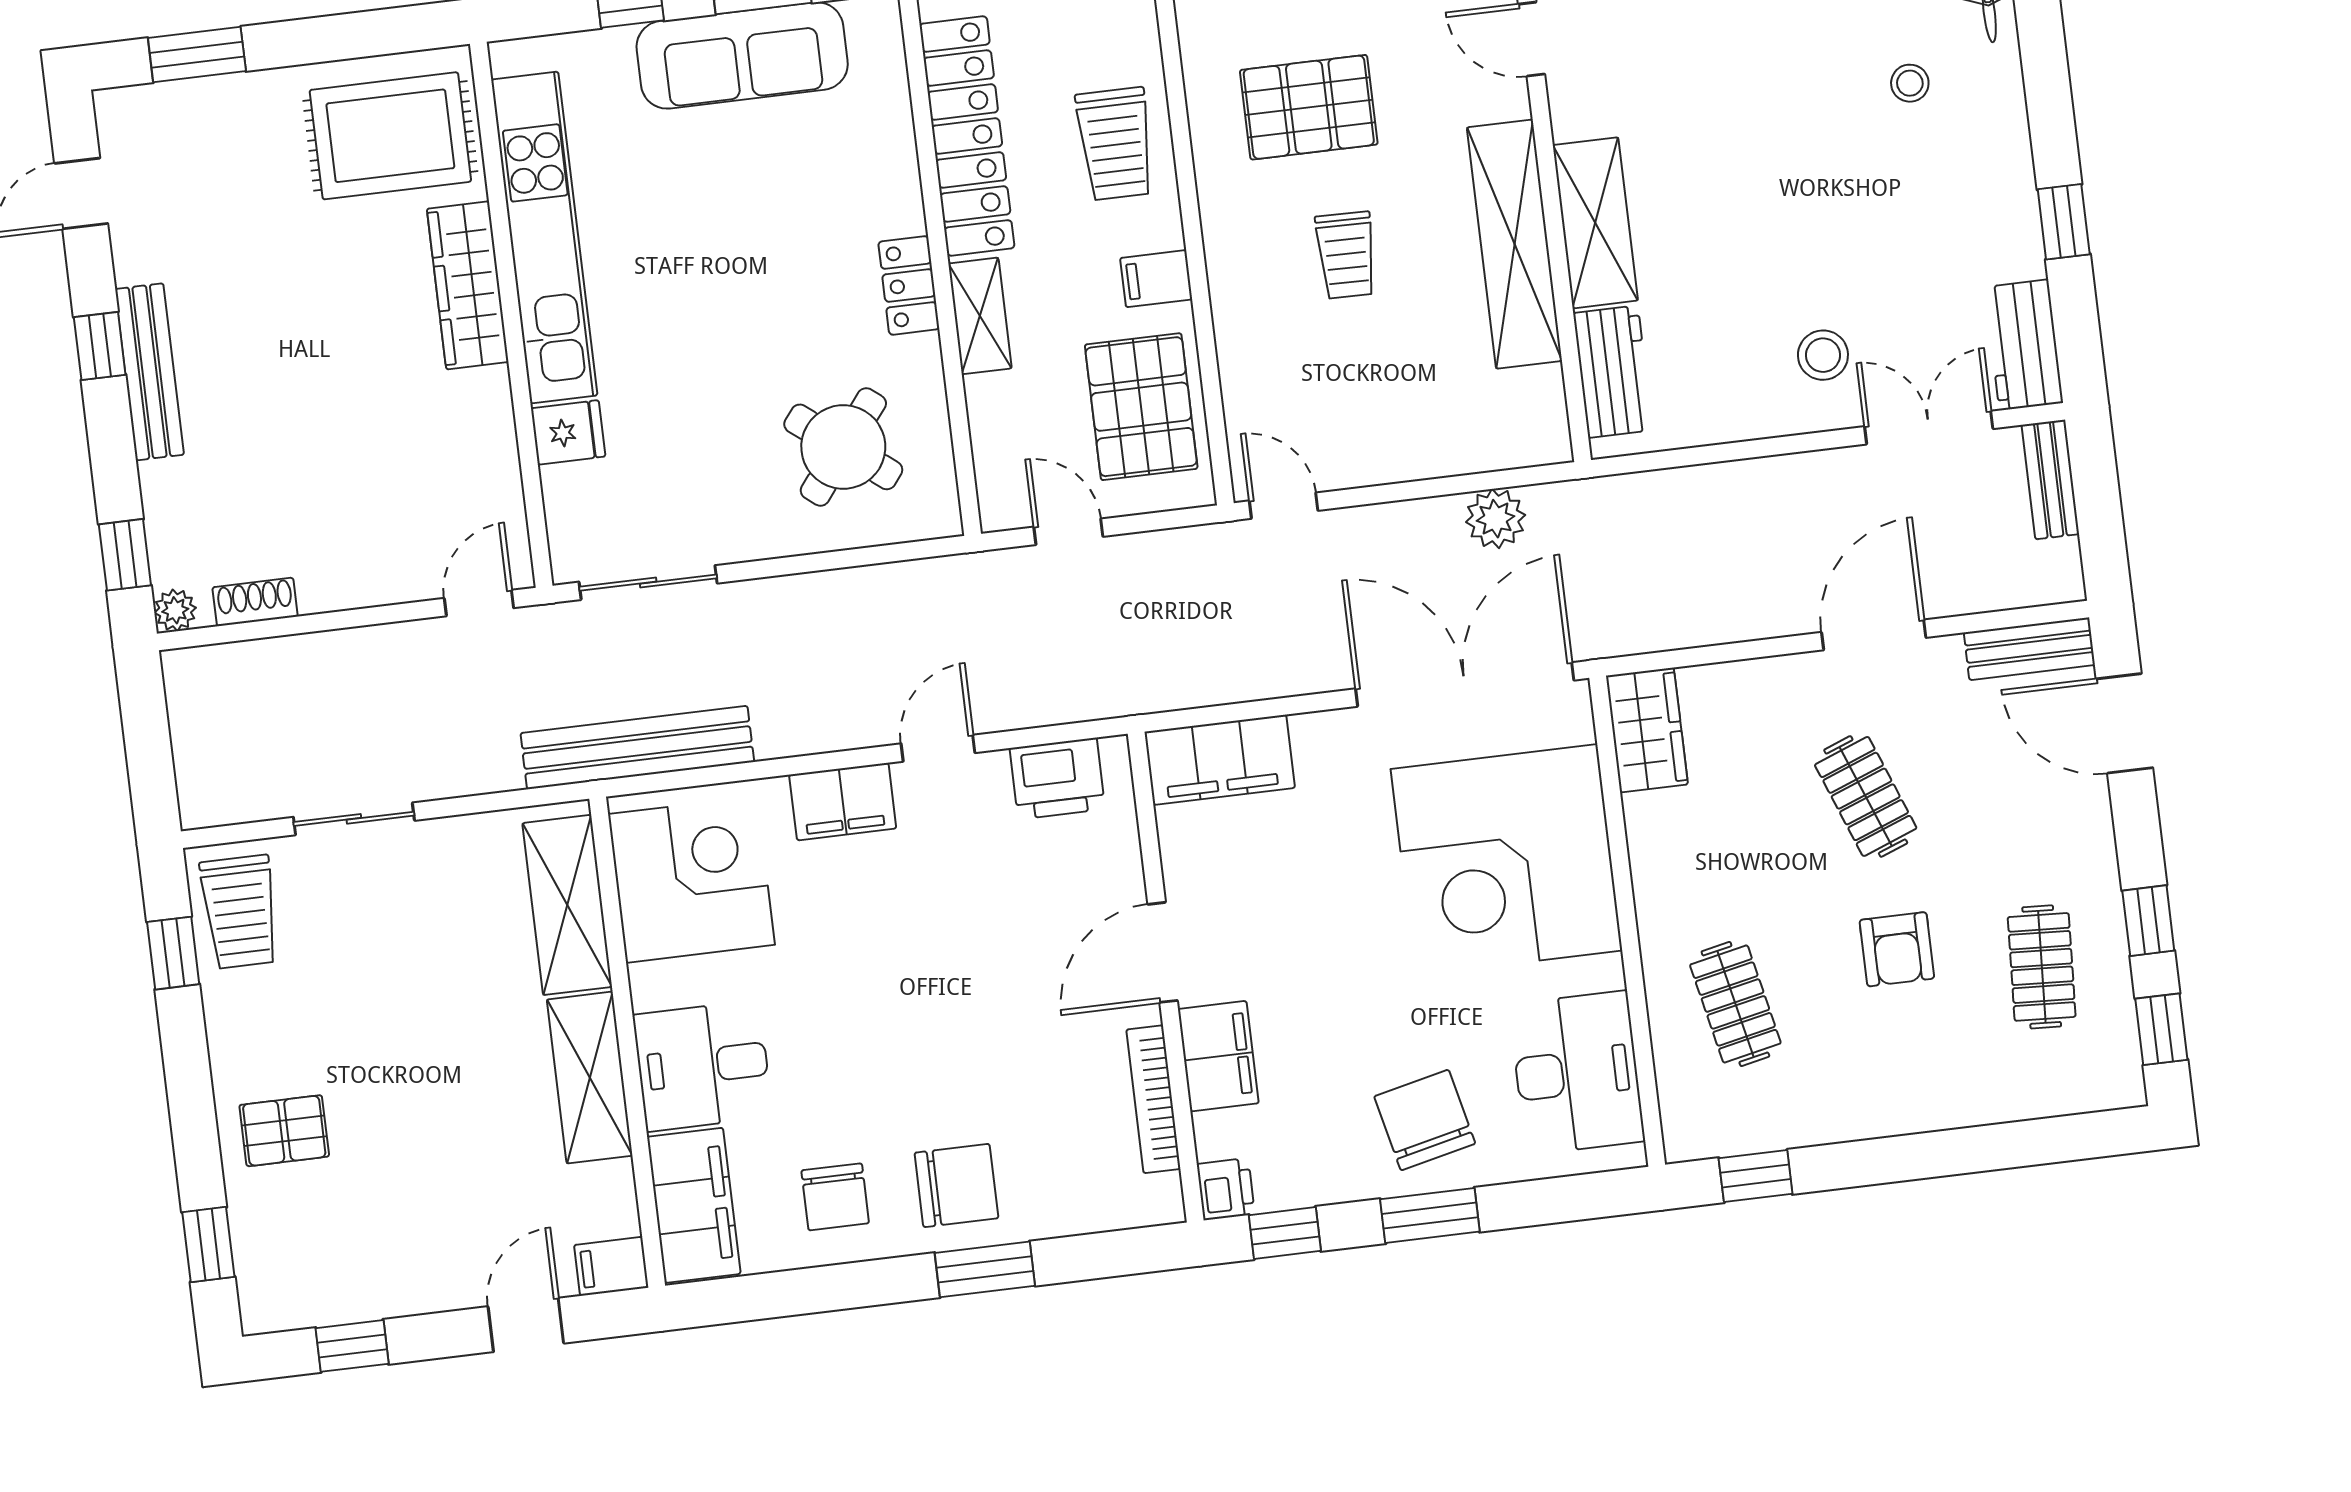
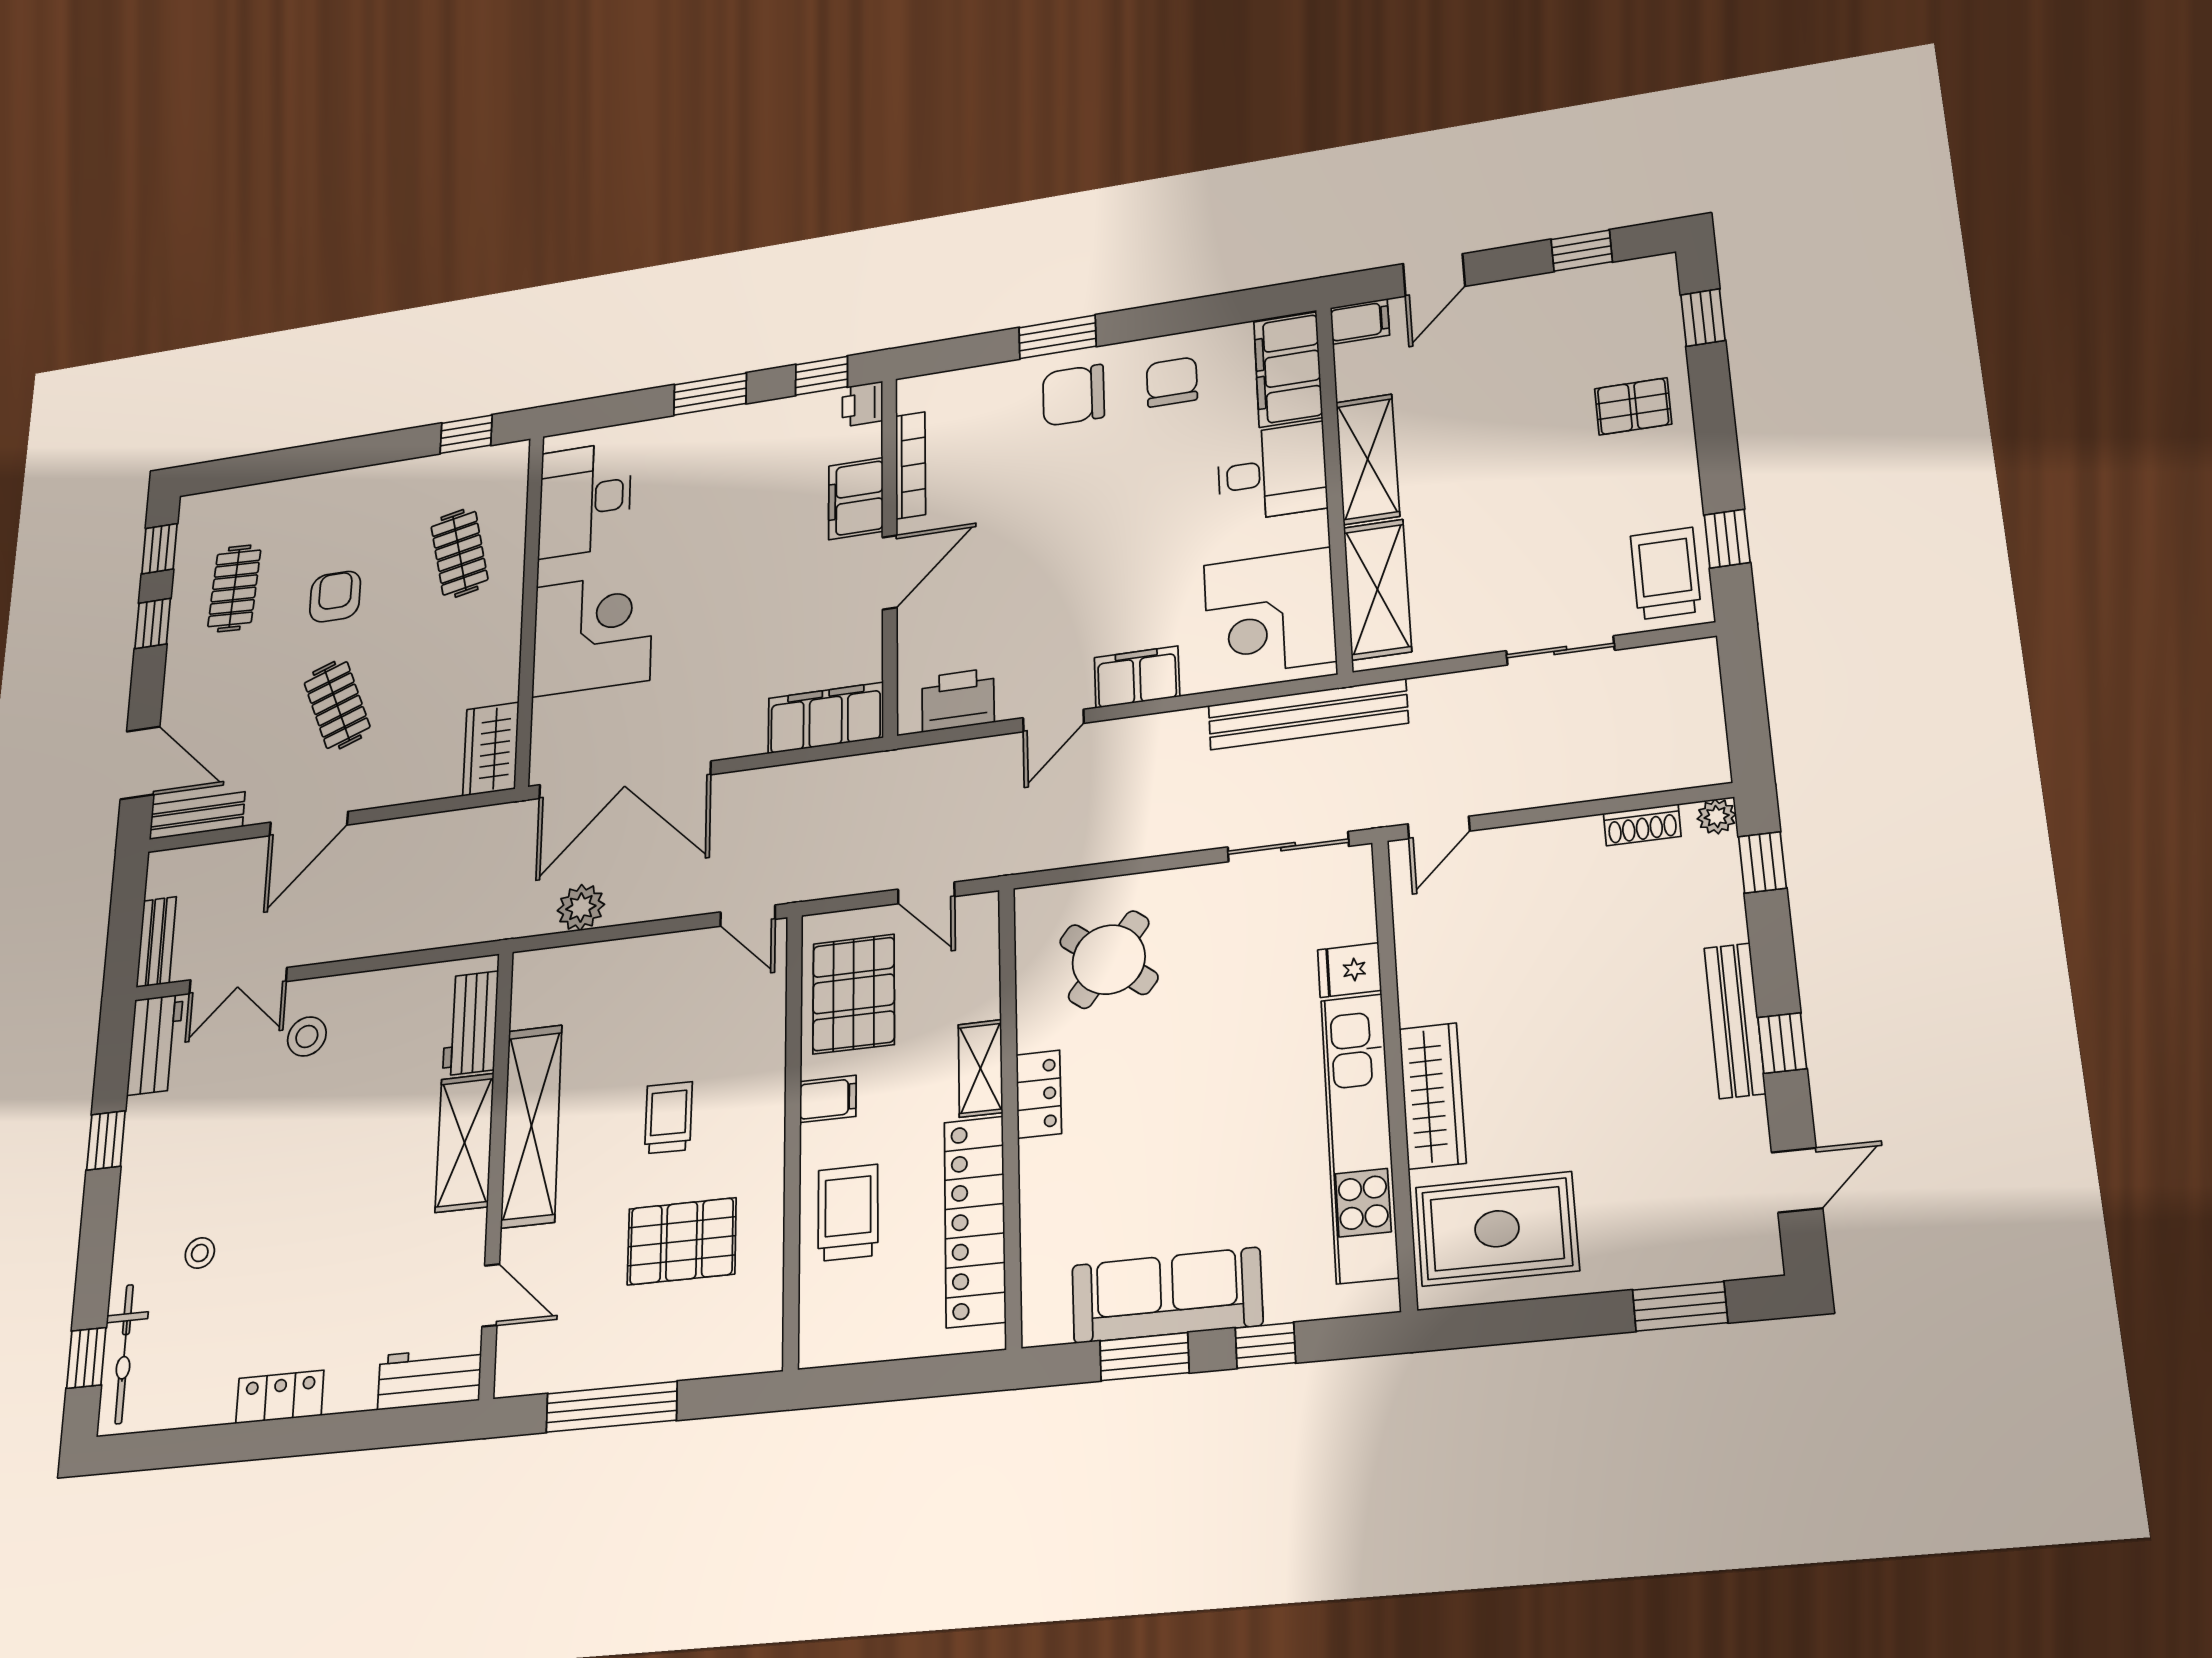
corner desk: (1506, 860) -> (592, 633), width x0.74, depth x0.74
chair: (1425, 1120) -> (704, 461), removed

